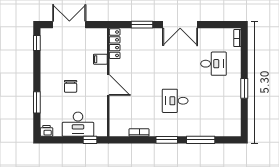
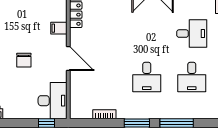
desk: (175, 101) -> (147, 77), turned -90
desk: (213, 101) -> (192, 77), added
desk: (78, 124) -> (53, 101), moved, turned -90

